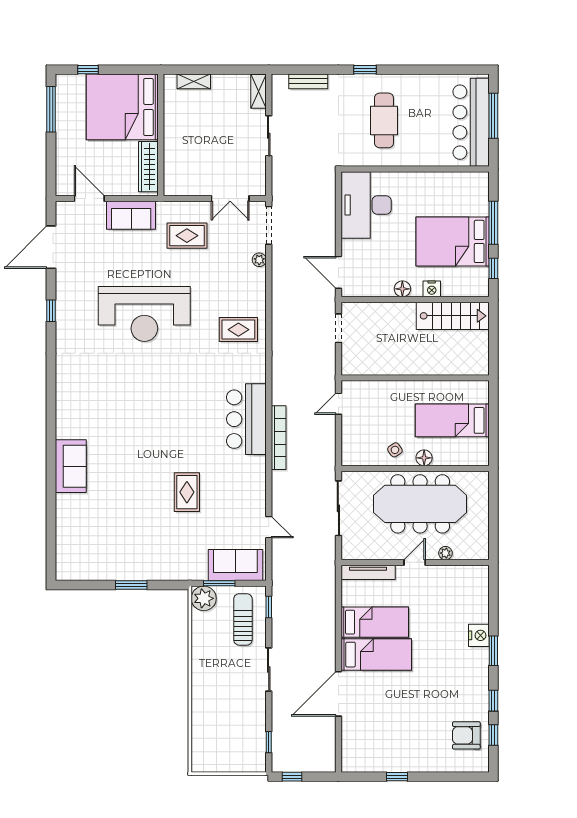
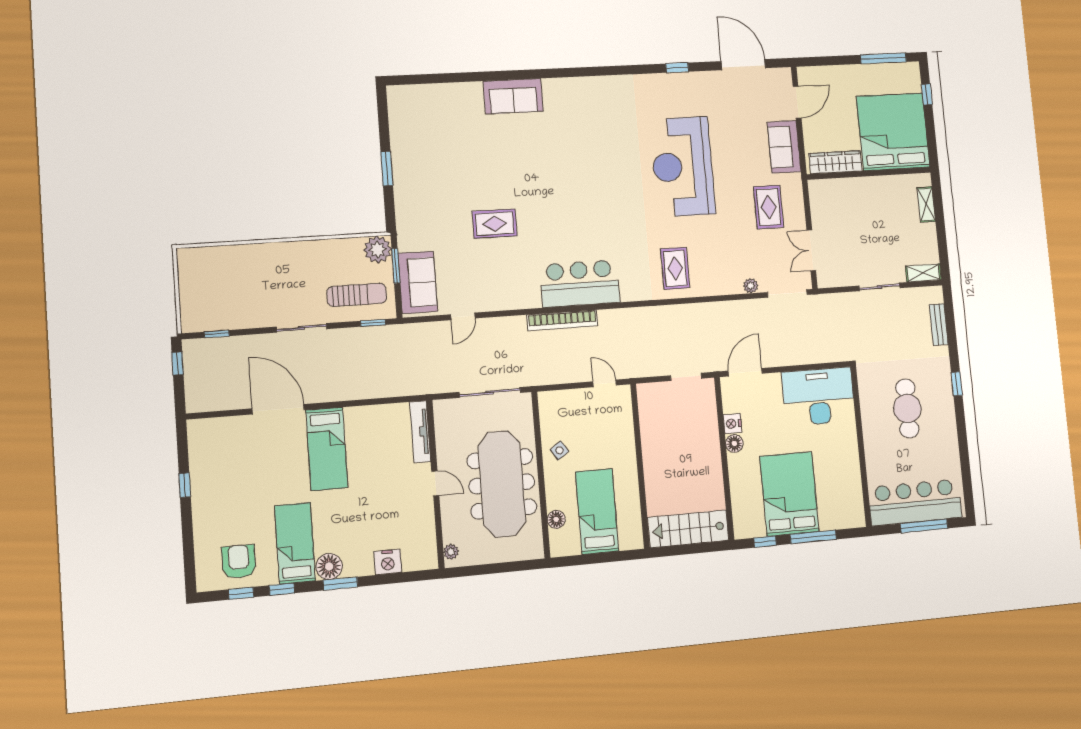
cafe table: (384, 120) -> (907, 408), turned 90
nightstand: (432, 289) -> (732, 424), moved
stairs: (453, 316) -> (688, 529), moved, turned 90
floor lamp: (424, 458) -> (556, 519), moved
plant: (445, 553) -> (451, 552), moved
bed: (375, 622) -> (295, 543), moved, turned 180
nightstand: (479, 635) -> (388, 562), moved
floor lamp: (478, 659) -> (329, 566), added

